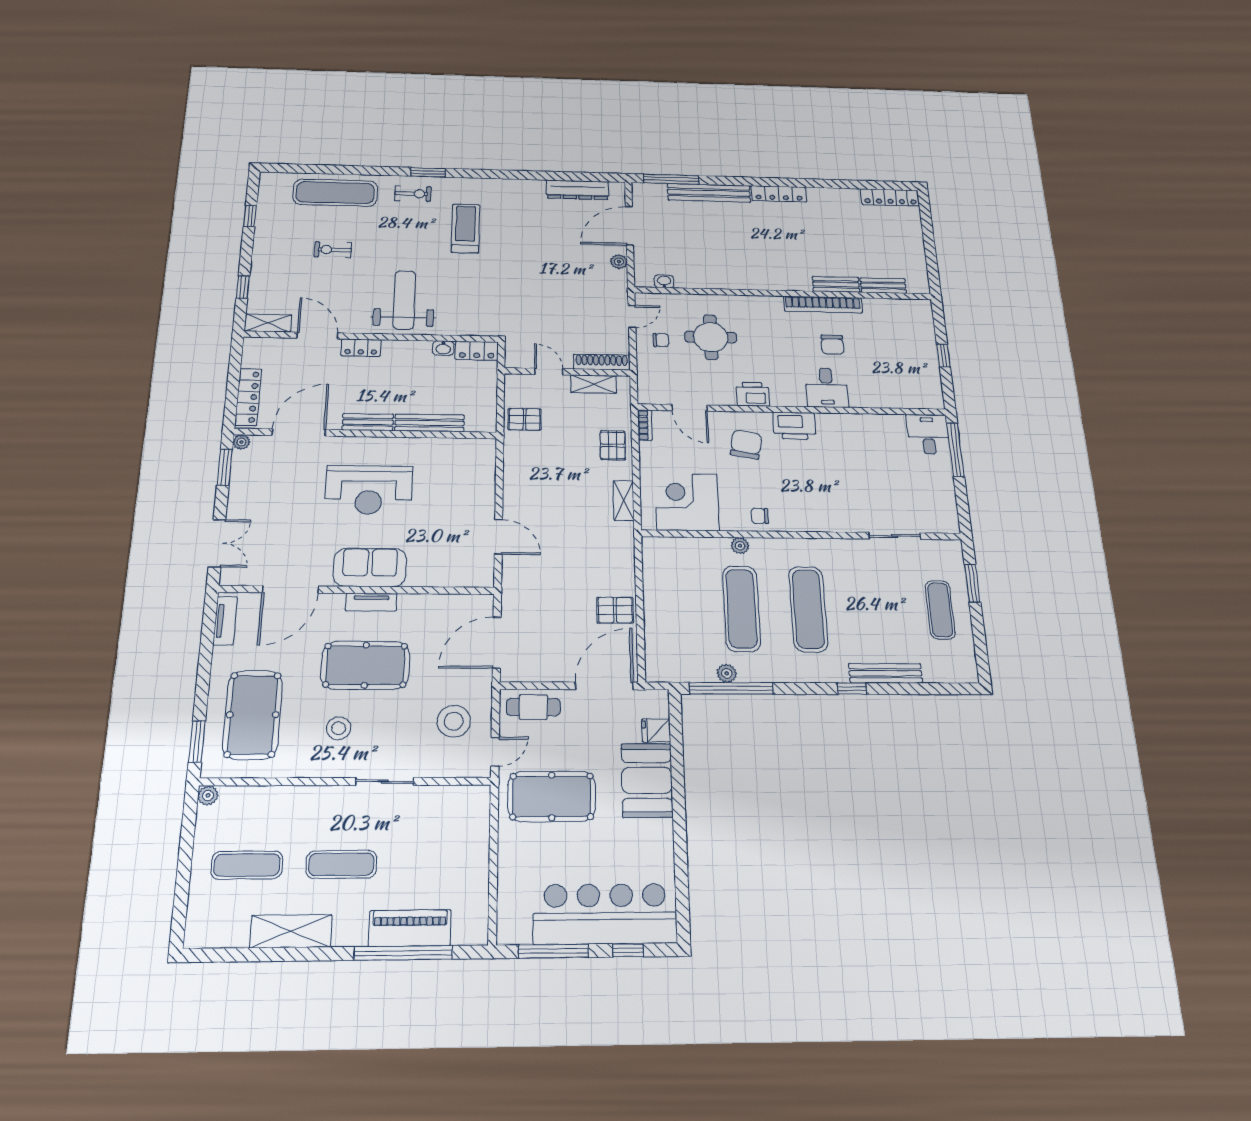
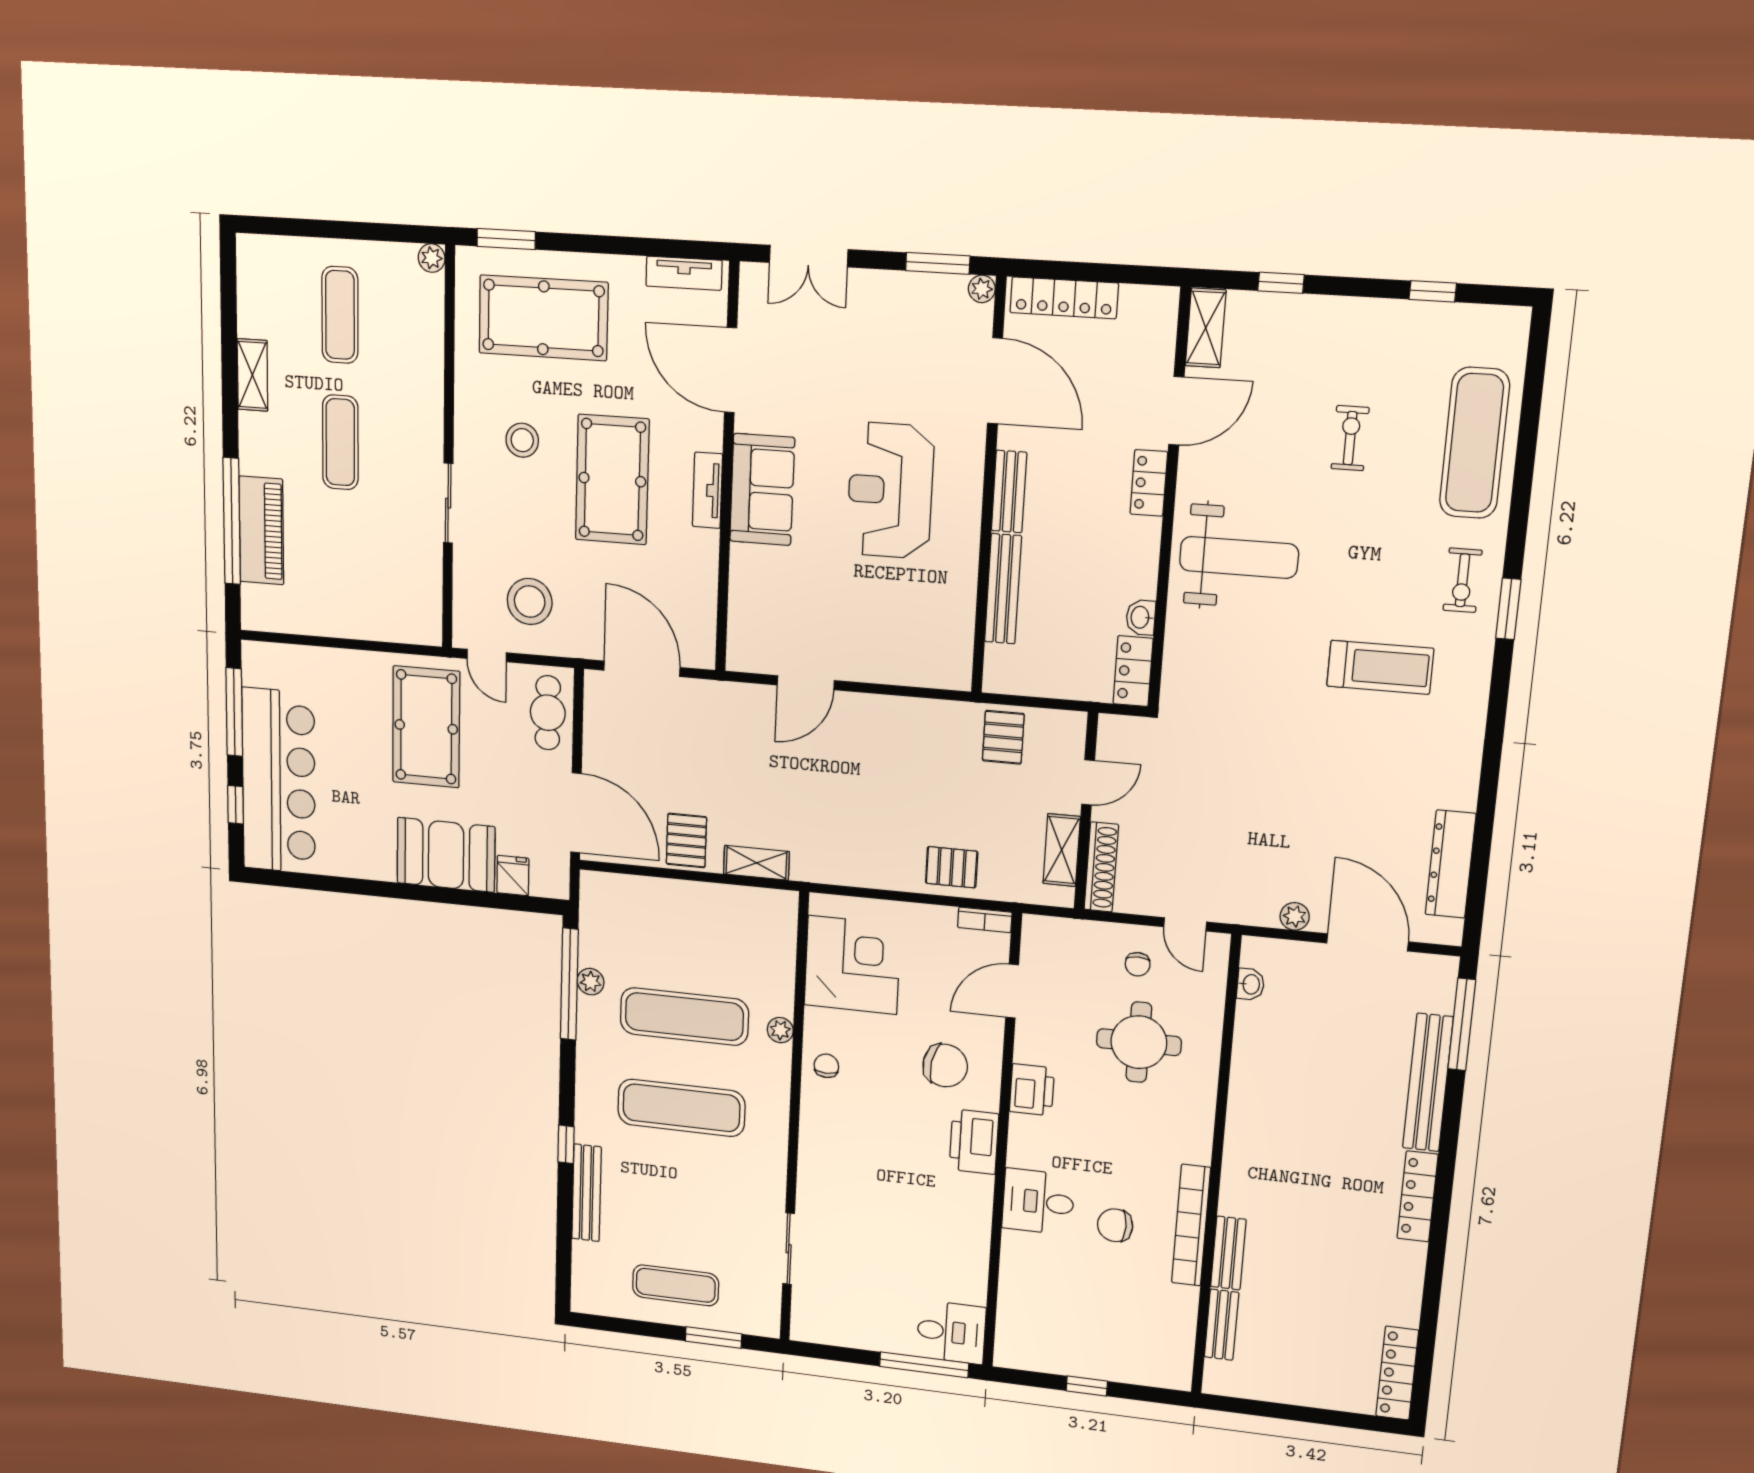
shelving: (624, 501) -> (756, 863), moved
shelving: (291, 931) -> (252, 375), width x0.67, depth x0.75

